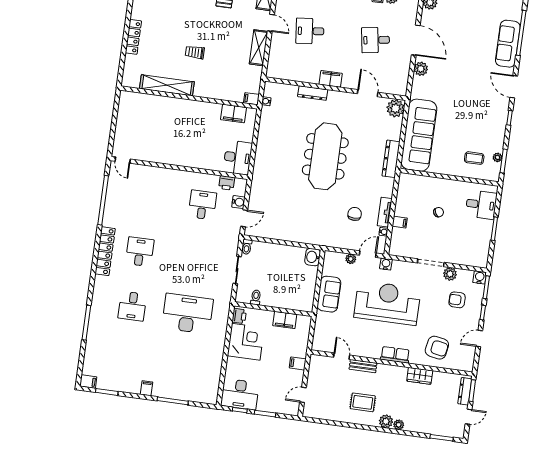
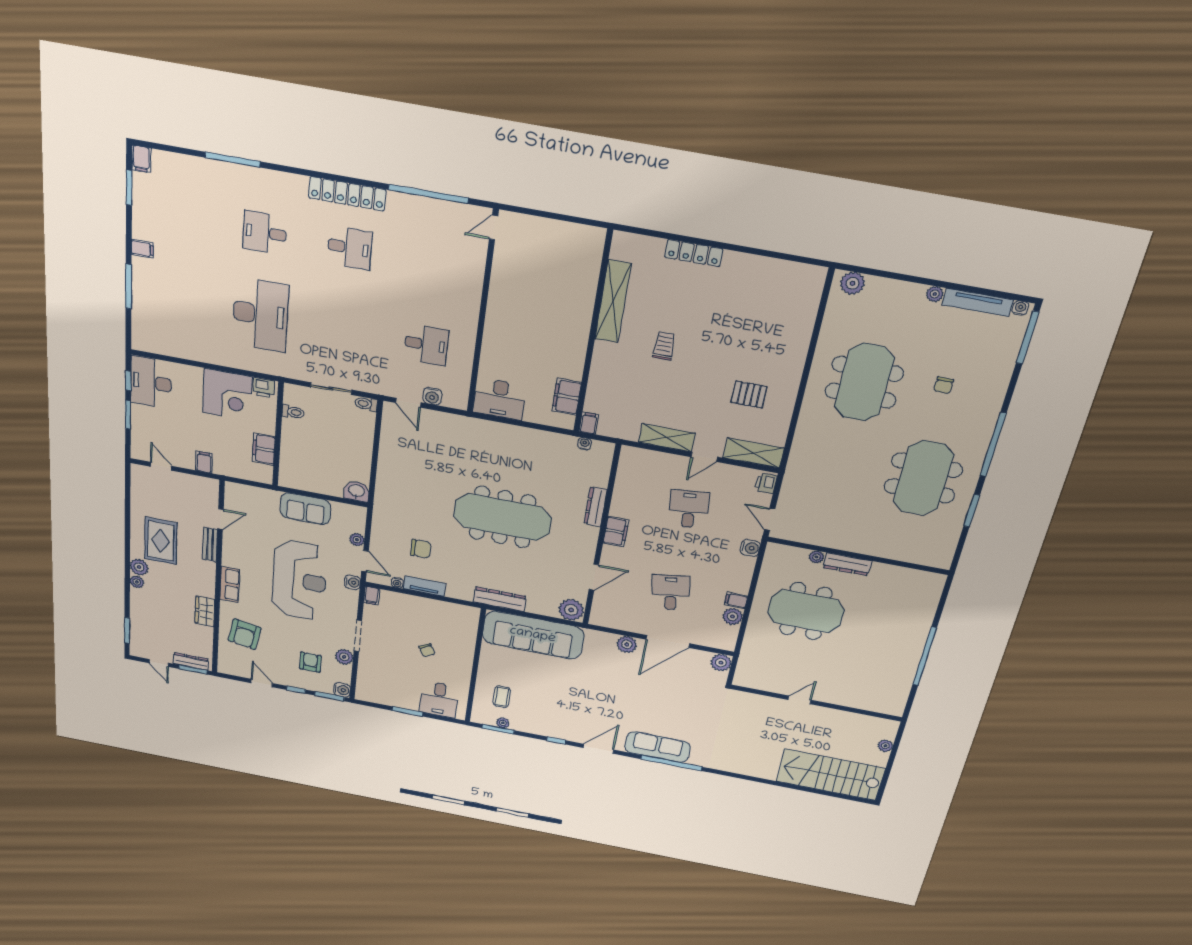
printer: (227, 183) -> (461, 381), removed
filing cabinet: (400, 222) -> (372, 596), moved
rug: (363, 402) -> (161, 541), width x1.36, depth x1.43

